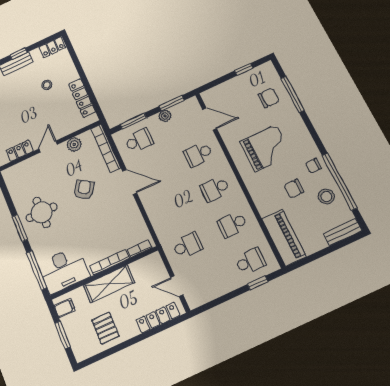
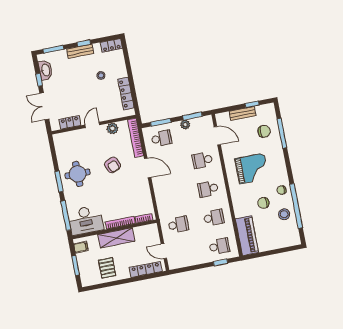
armchair: (84, 190) -> (113, 165), turned 124
school desk: (232, 225) -> (214, 218), turned 180
bench: (343, 232) -> (243, 113), moved

